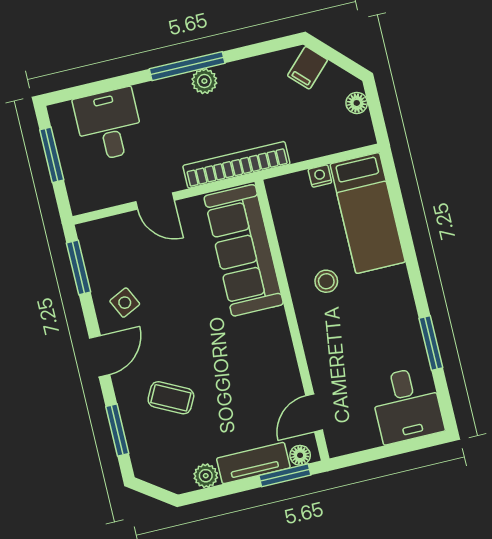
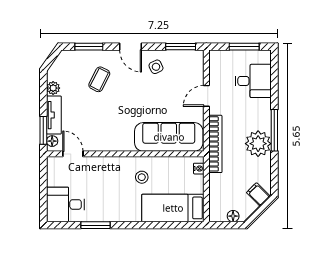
plant: (204, 81) -> (258, 144), width x1.88, depth x1.88
nightstand: (320, 176) -> (199, 169), moved

